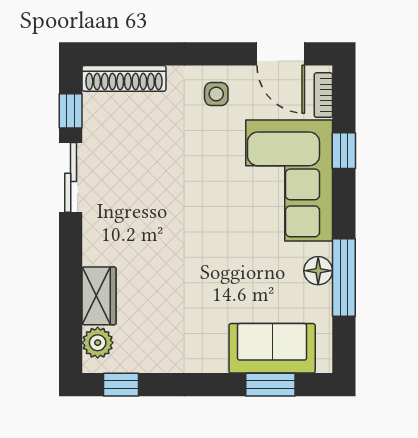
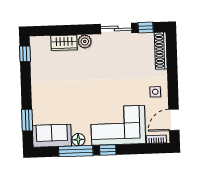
window: (344, 151) -> (108, 150), moved
plant: (98, 343) -> (85, 41), moved
sofa: (272, 348) -> (52, 136), moved, turned -90

